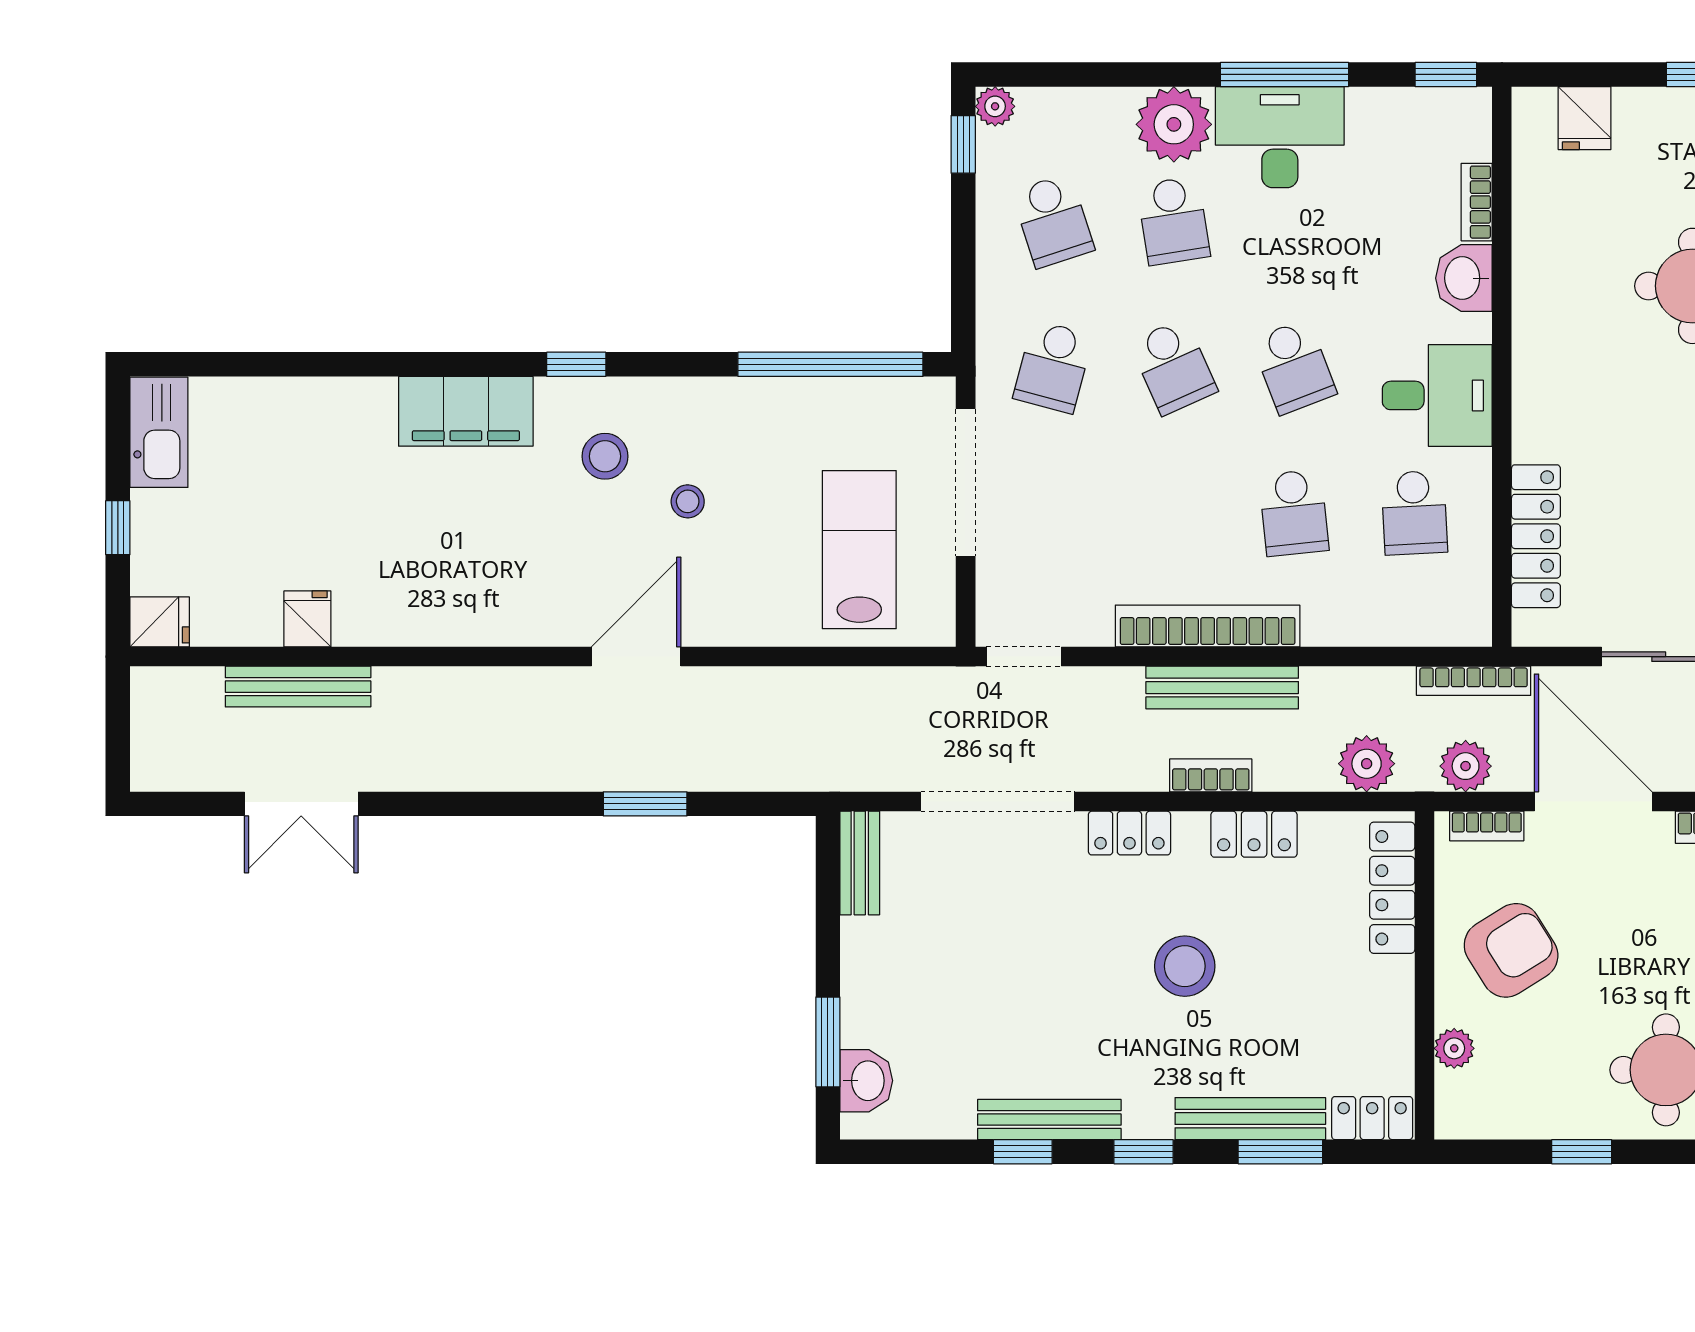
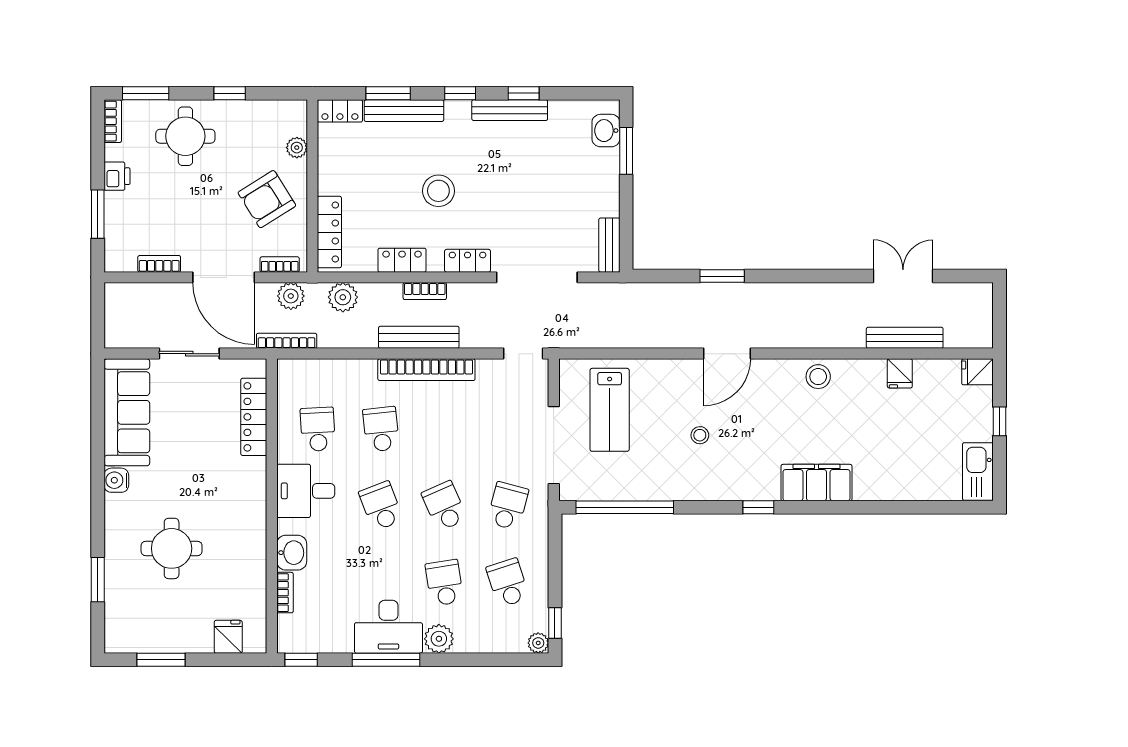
plant: (1174, 124) -> (439, 639), width x0.73, depth x0.73
stool: (605, 456) -> (818, 377), moved

